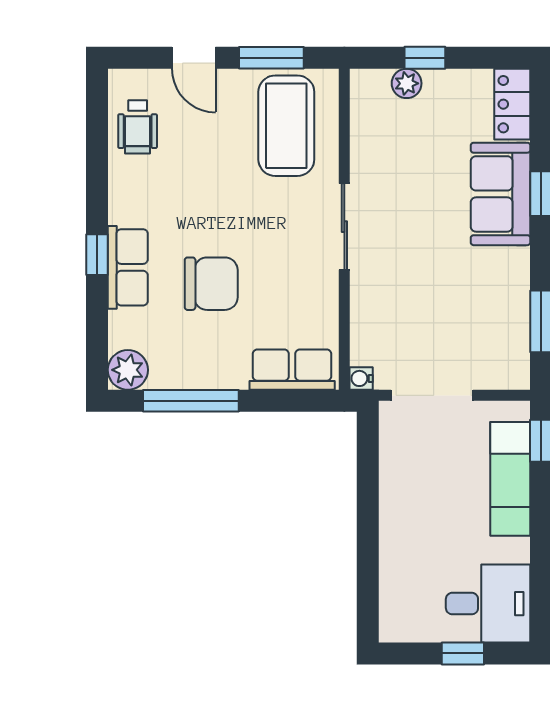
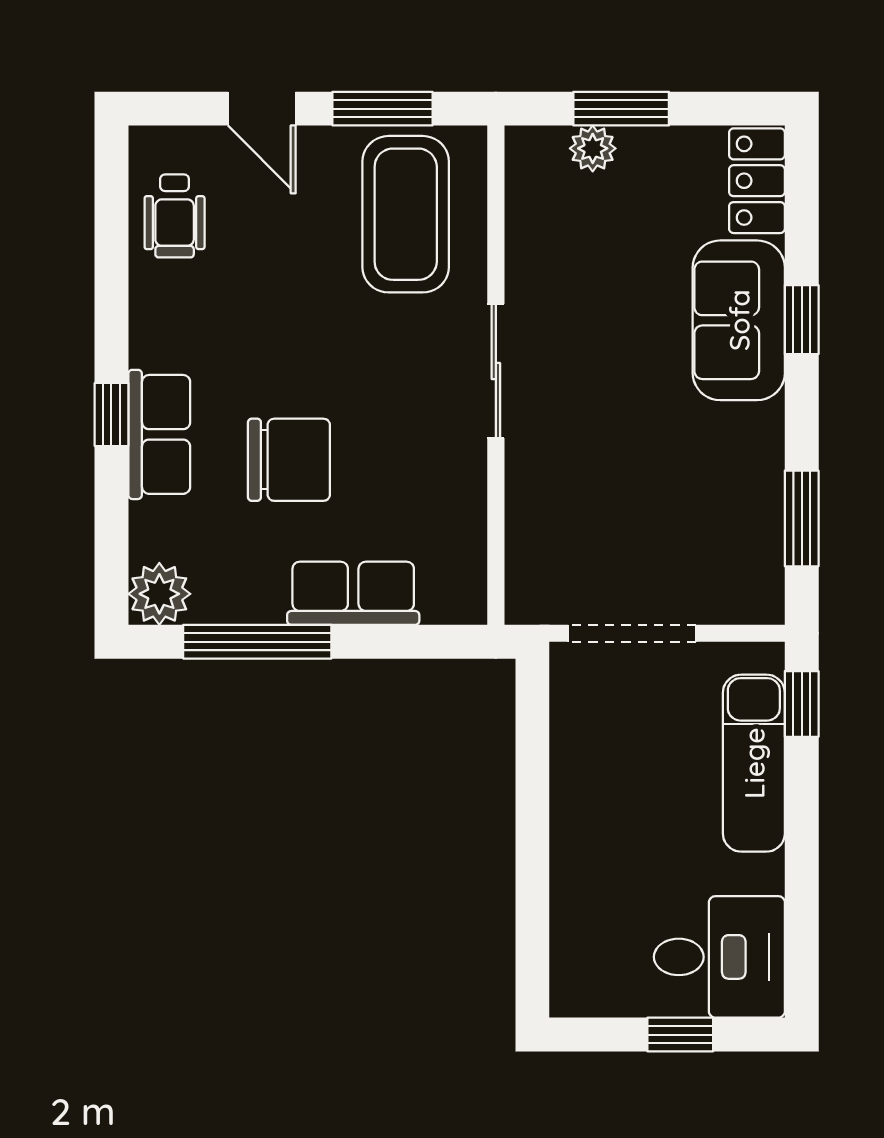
window: (425, 58) -> (621, 109), width x1.50
row of seats: (292, 370) -> (353, 593), moved
water cooler: (361, 378) -> (522, 607), removed

